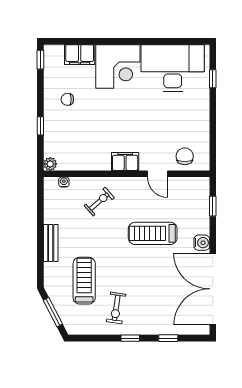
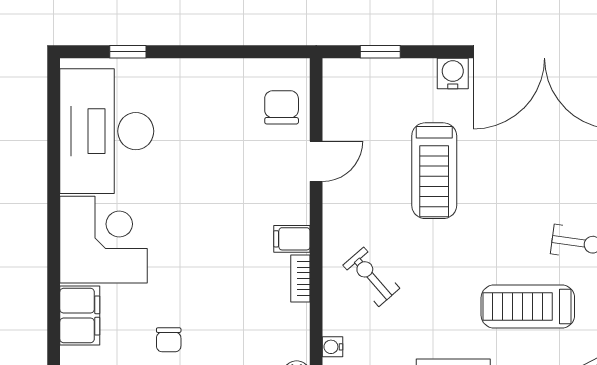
chair: (185, 156) -> (282, 107), turned 90
filing cabinet: (125, 162) -> (292, 239), width x0.50
bookcase: (98, 166) -> (300, 278), added

